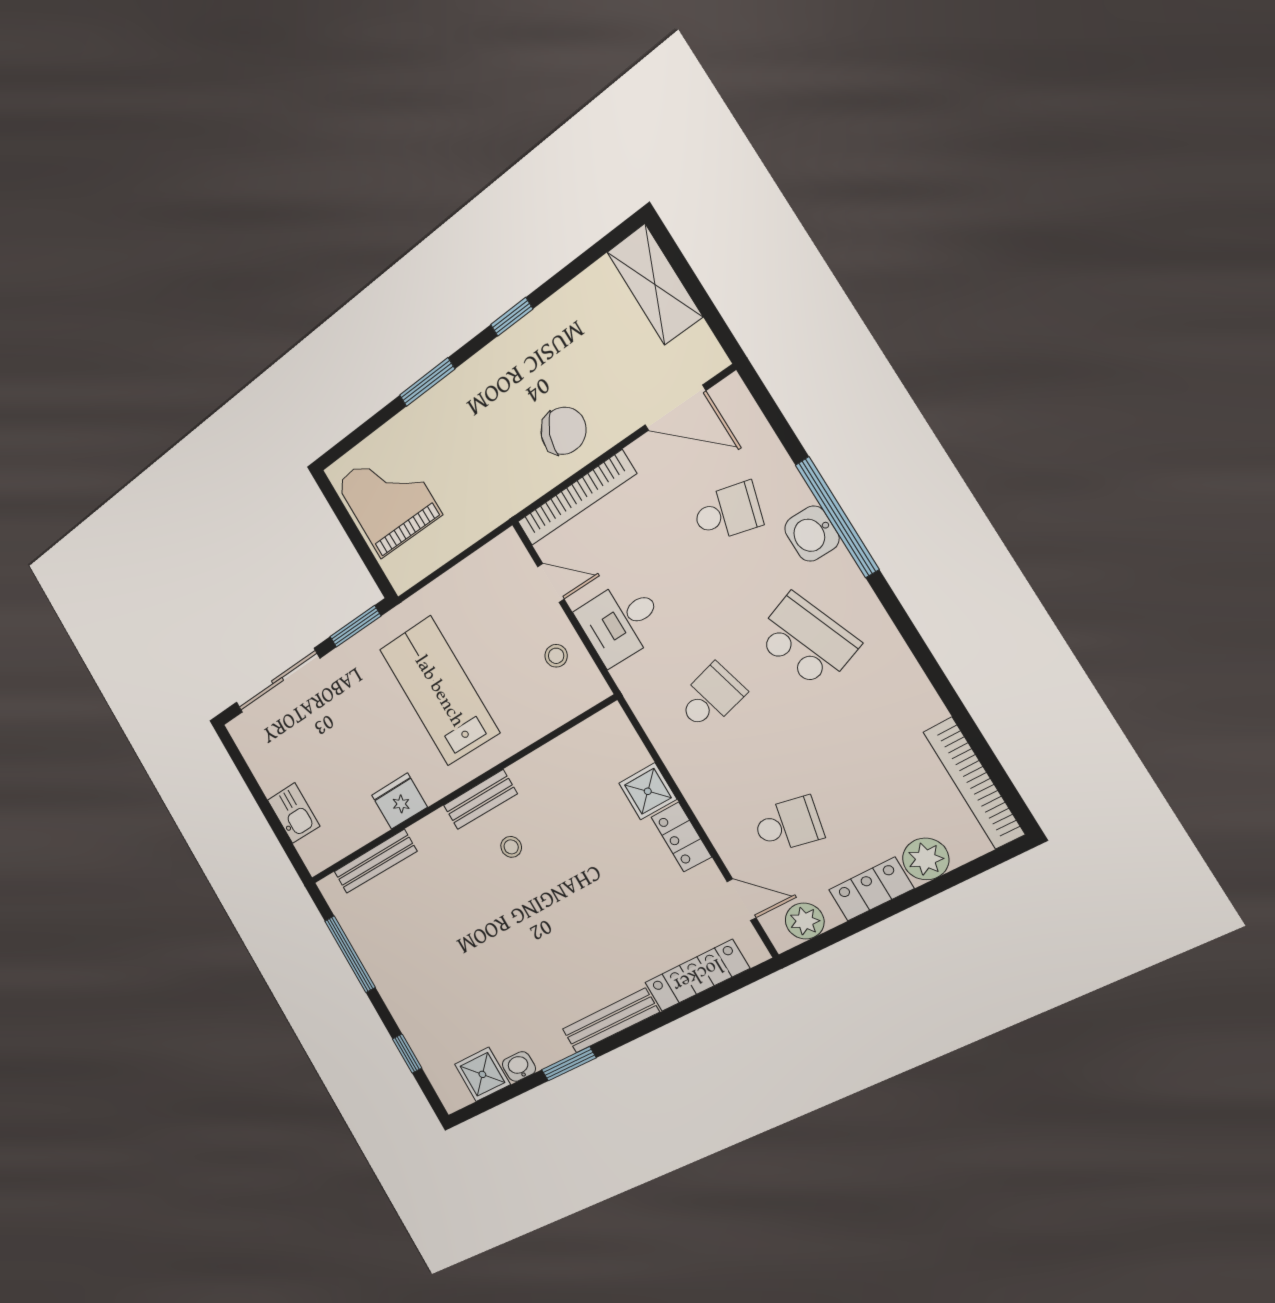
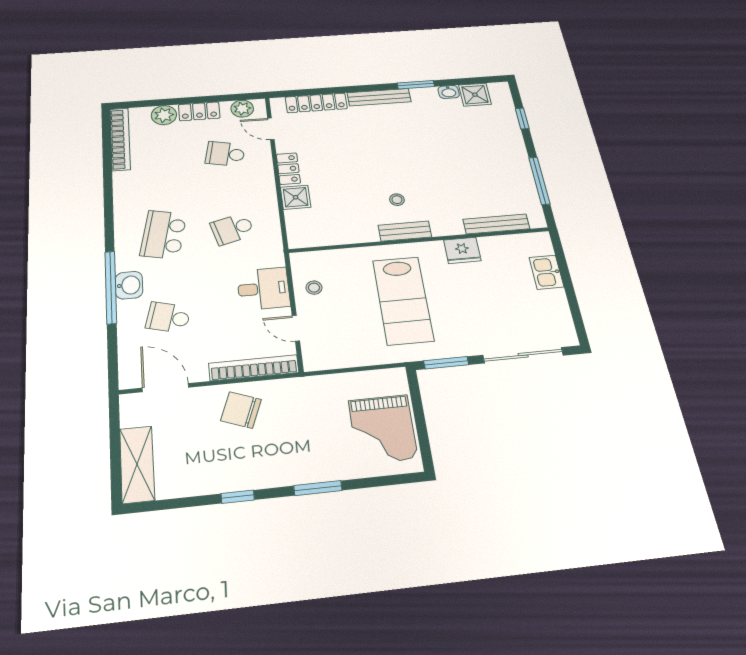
school desk: (807, 641) -> (163, 235), turned 33

